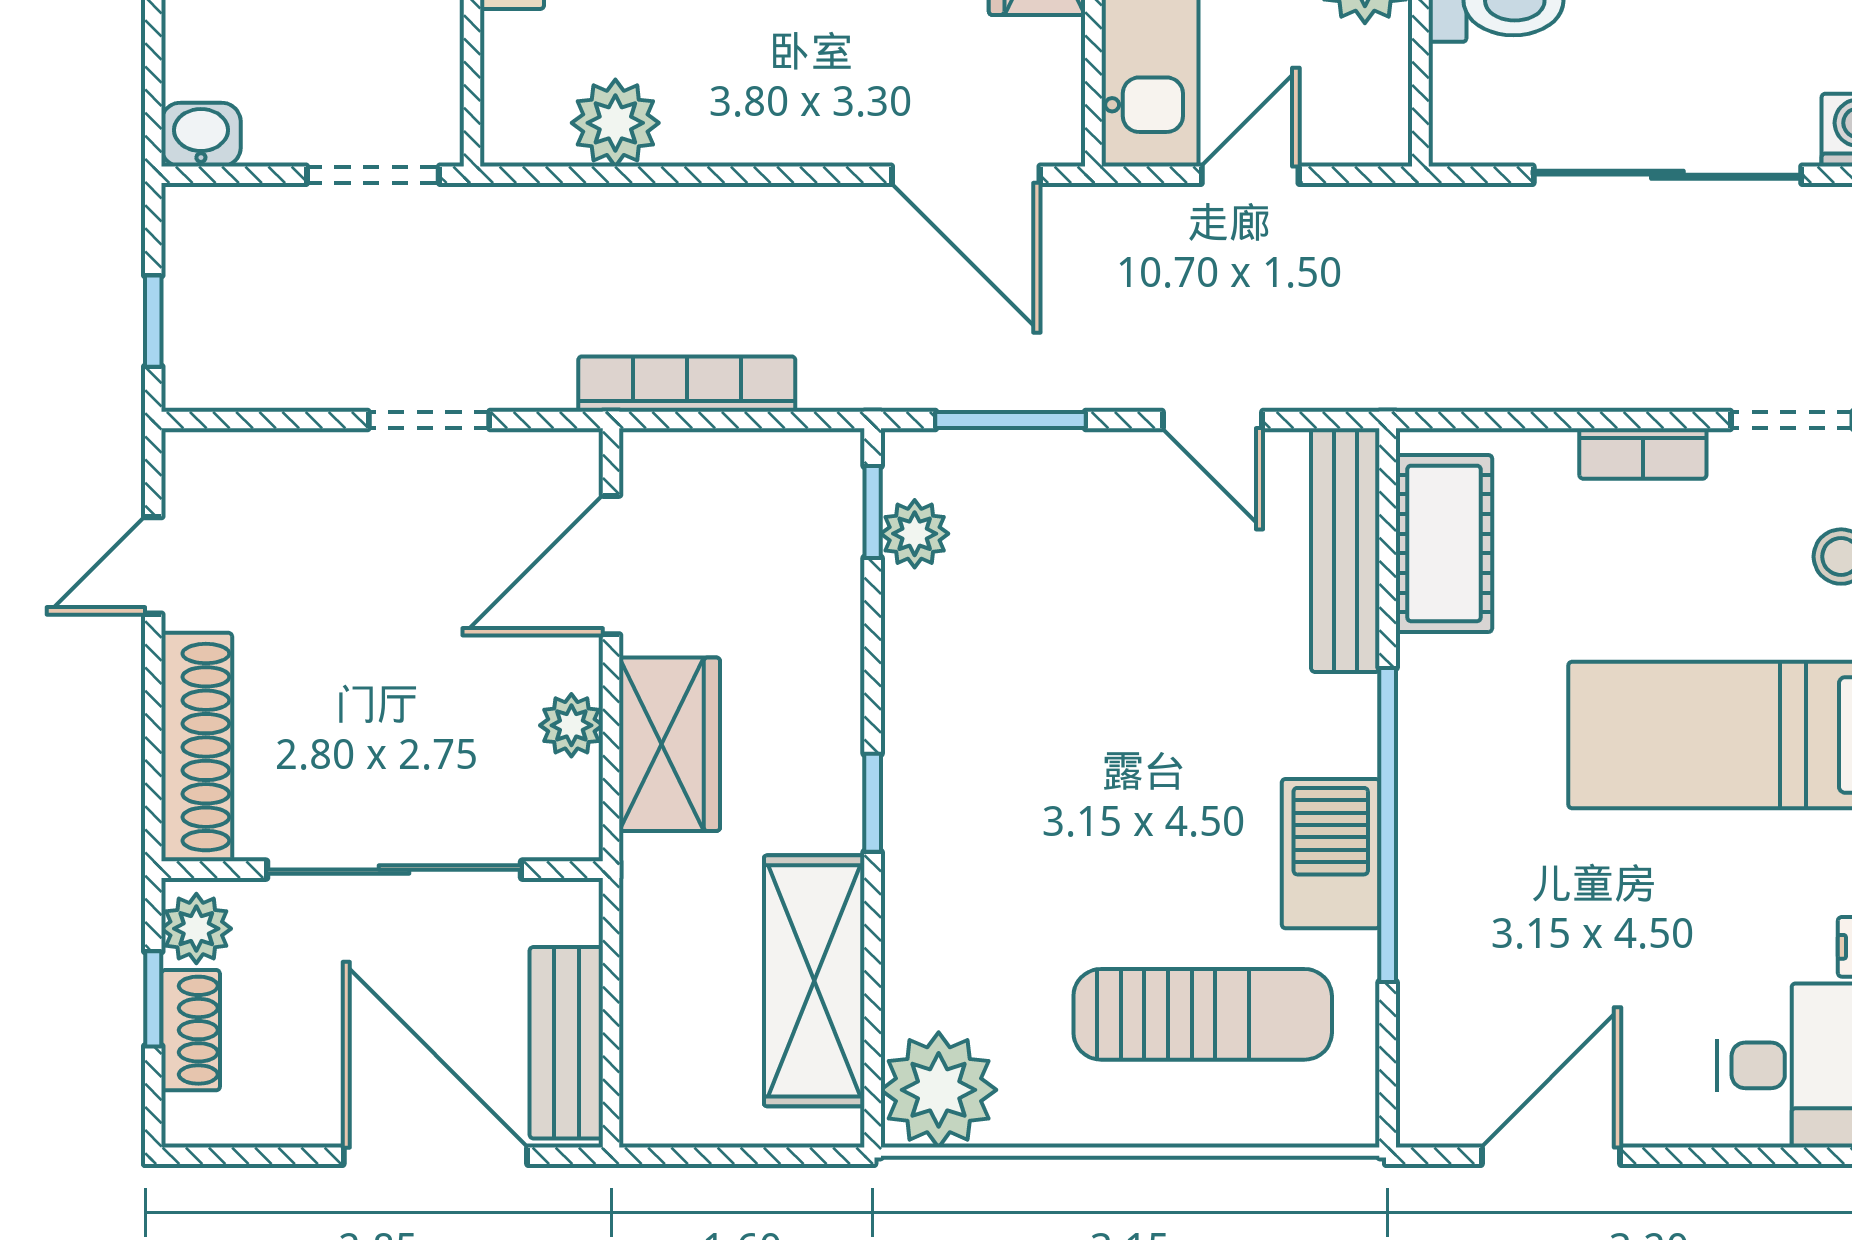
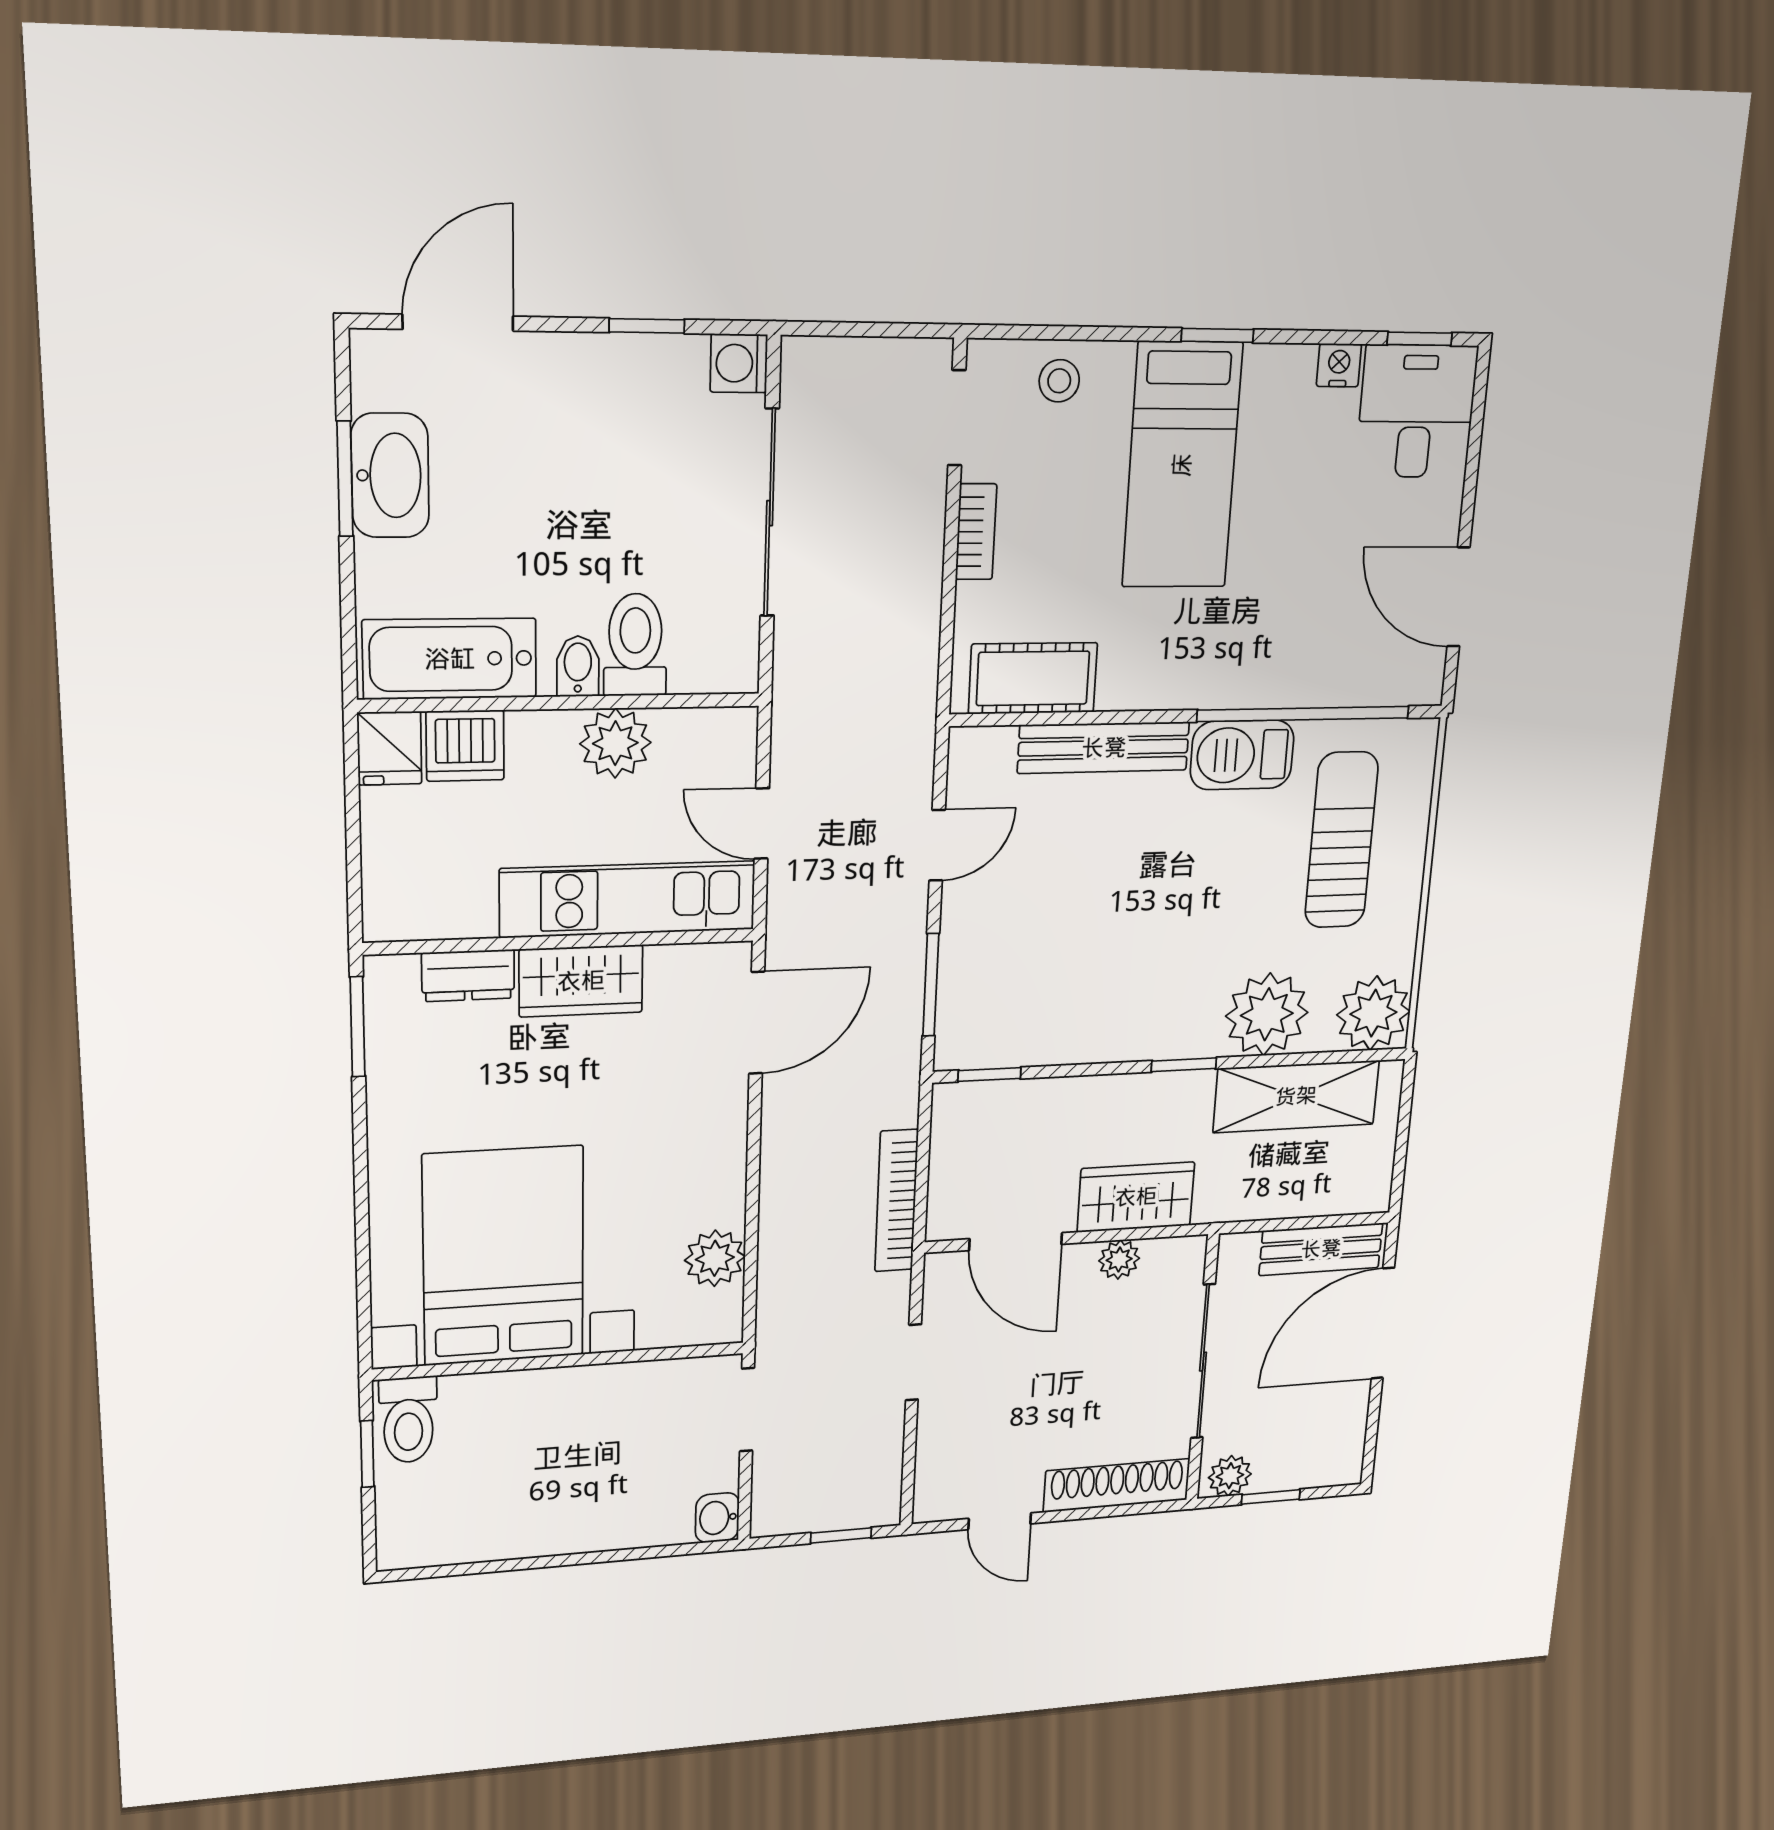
plant: (915, 534) -> (1267, 1014), moved, width x1.88, depth x1.88
bench: (1345, 550) -> (1104, 748), moved
window: (1388, 825) -> (1304, 714), moved
shoe rack: (191, 1030) -> (1292, 1474), removed

